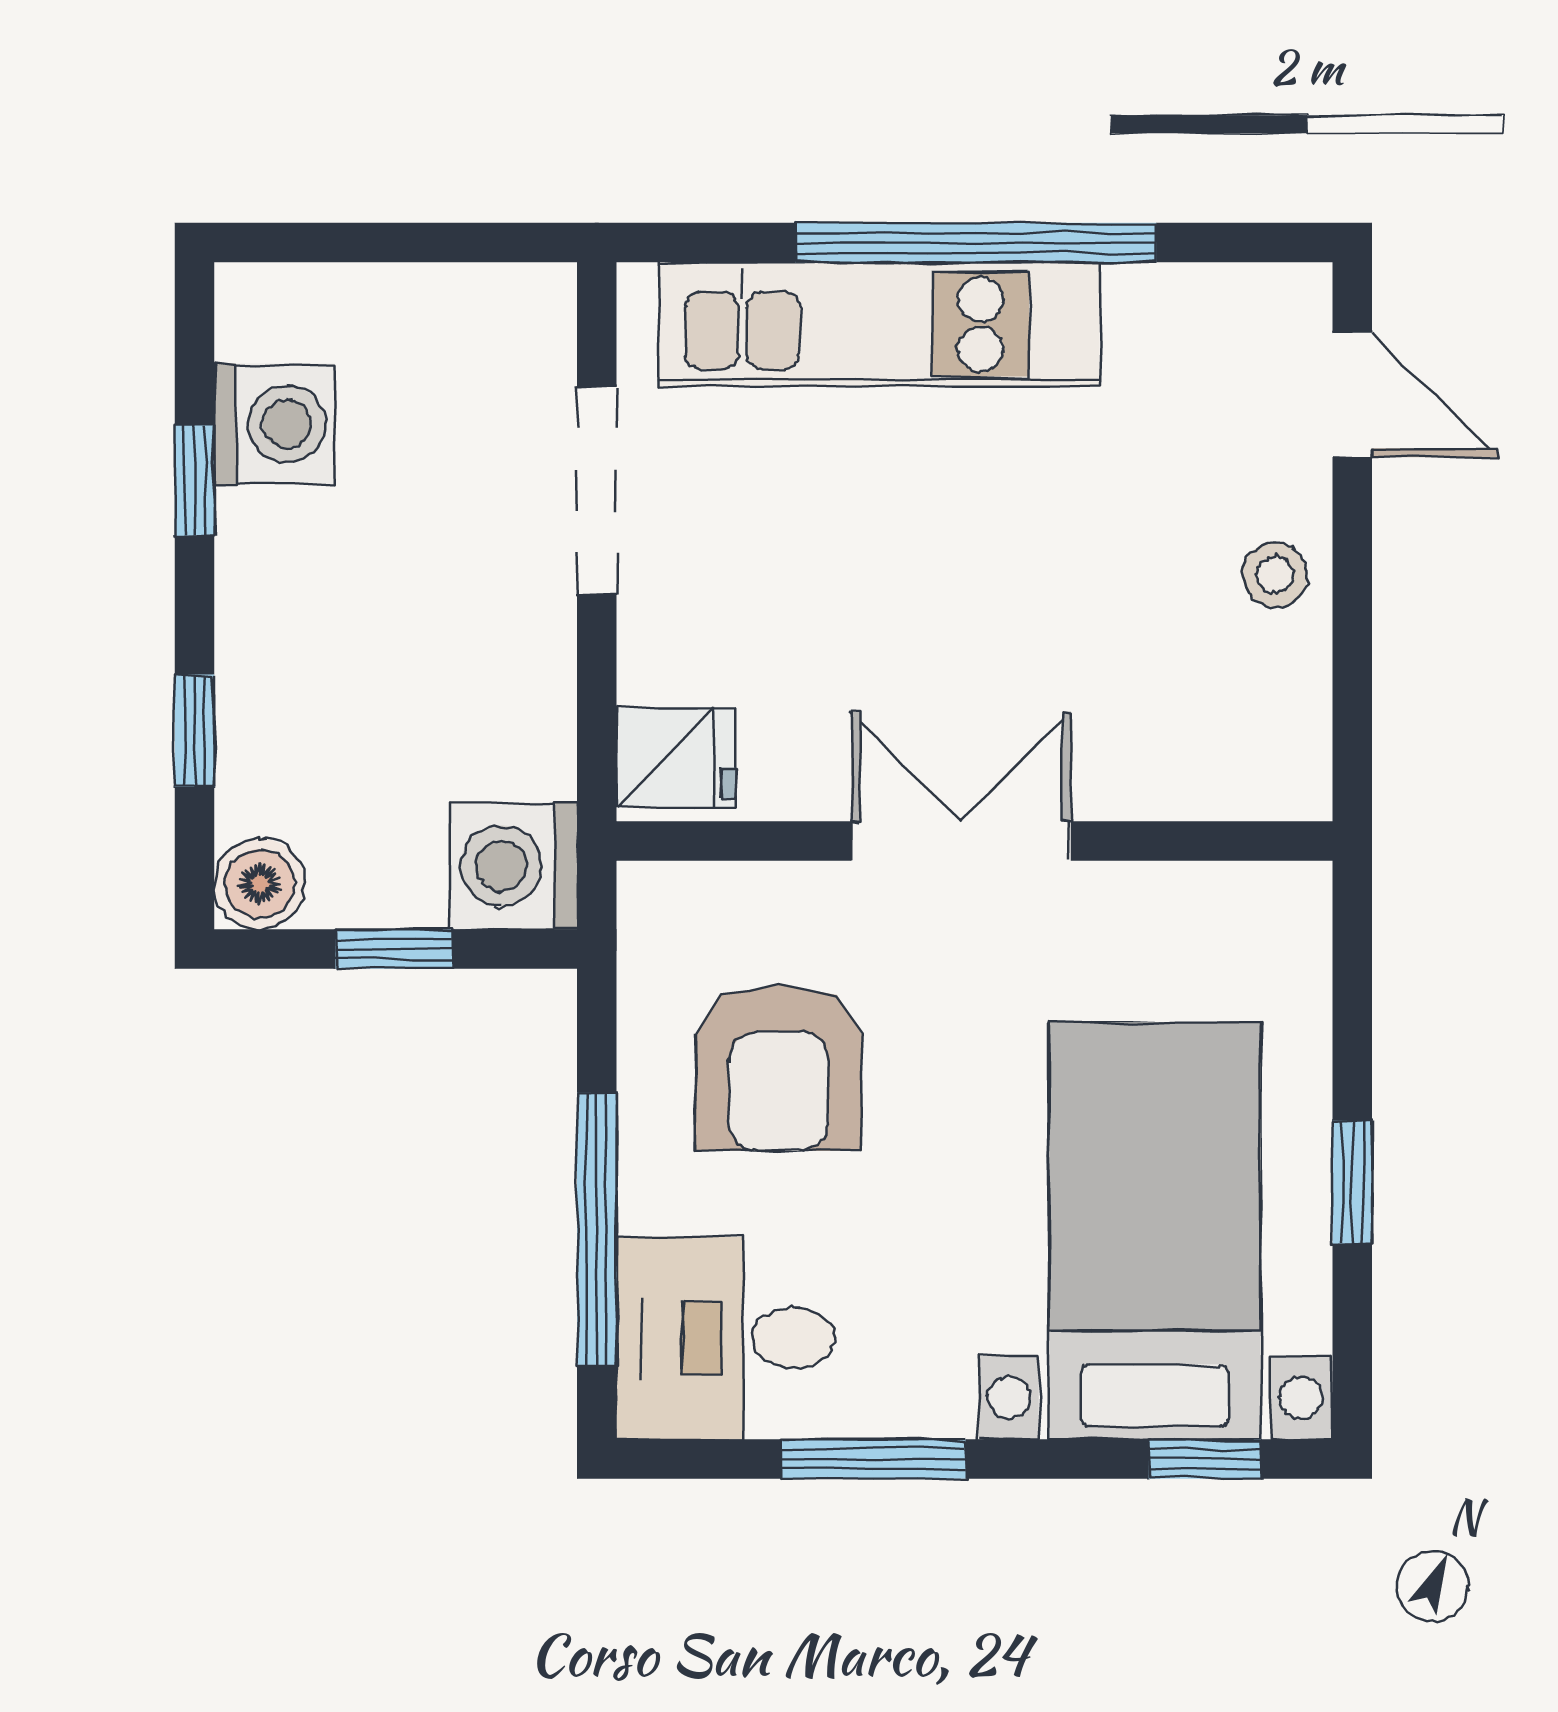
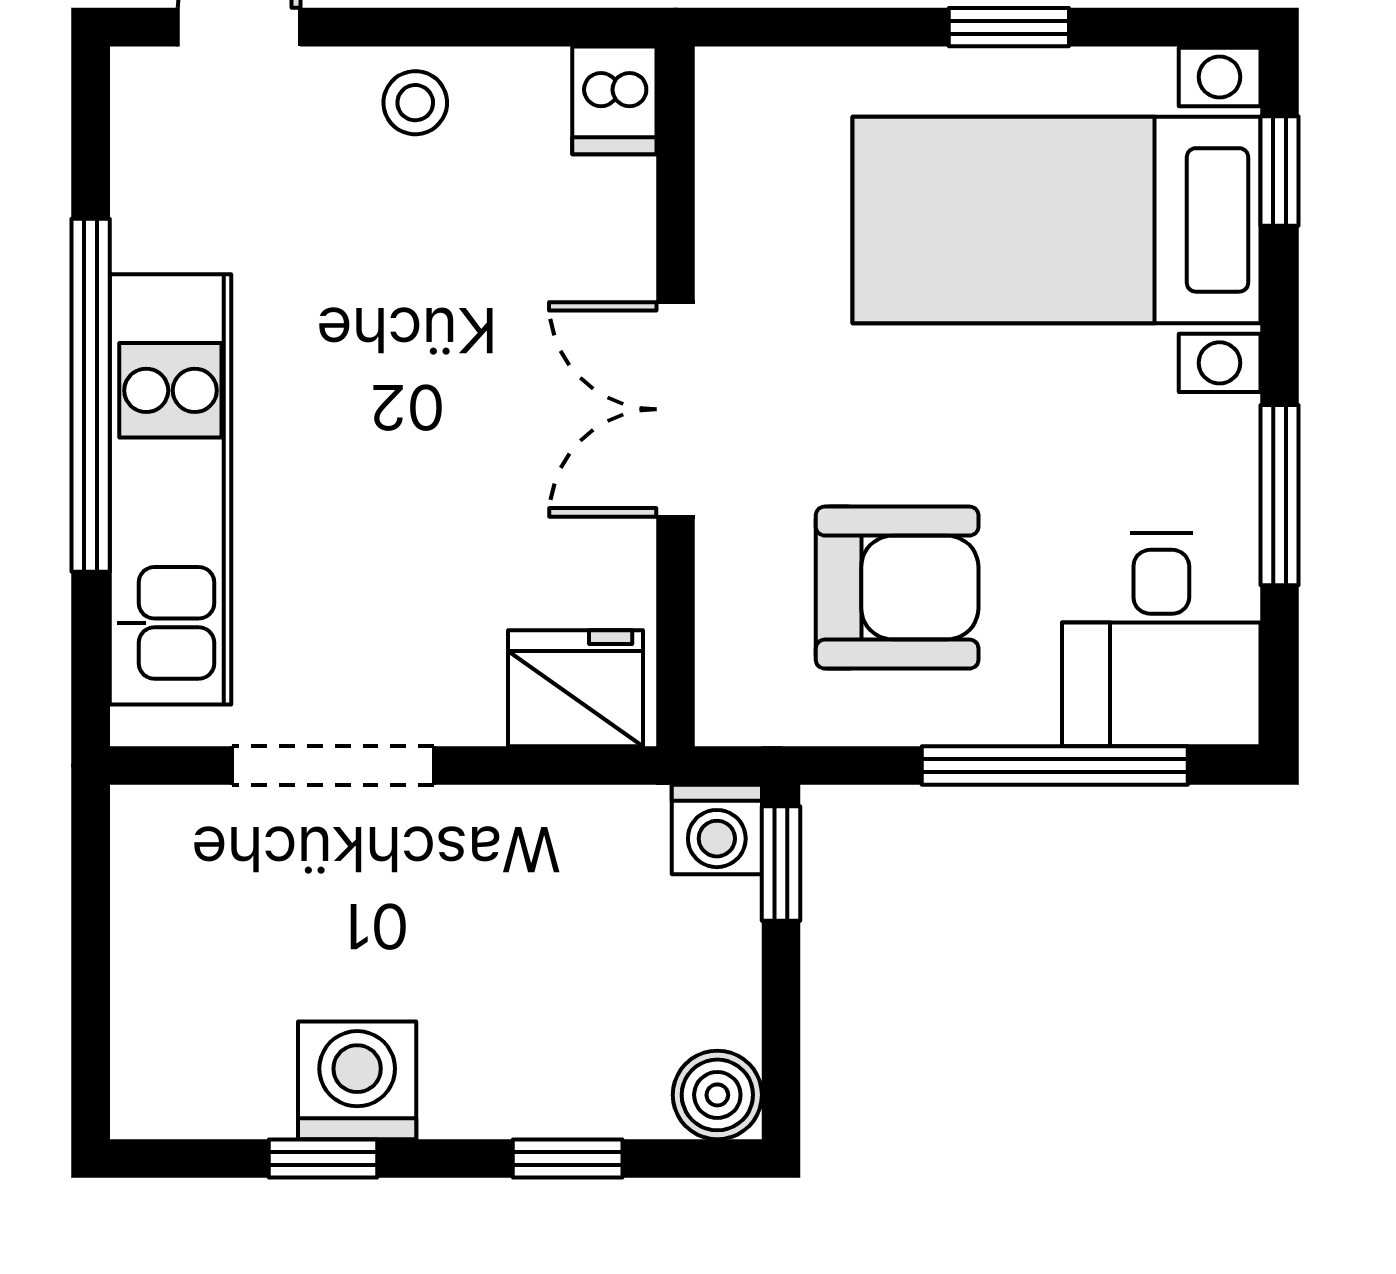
washing machine: (274, 424) -> (357, 1080), moved
fridge: (676, 758) -> (576, 688), width x1.38
dishwasher: (1277, 779) -> (614, 100), added
washing machine: (514, 866) -> (717, 830), width x0.73, depth x0.73
window: (394, 949) -> (781, 863), moved

